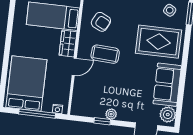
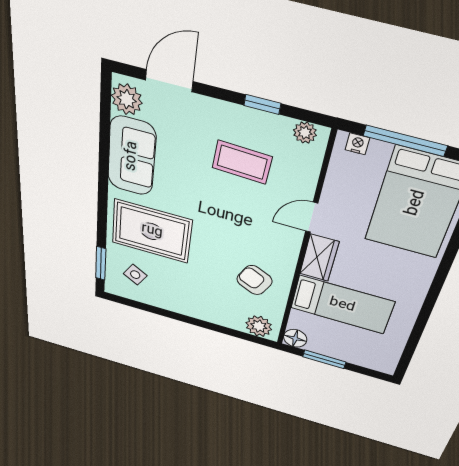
coffee table: (105, 54) -> (242, 162), moved
plant: (111, 114) -> (305, 133), moved

